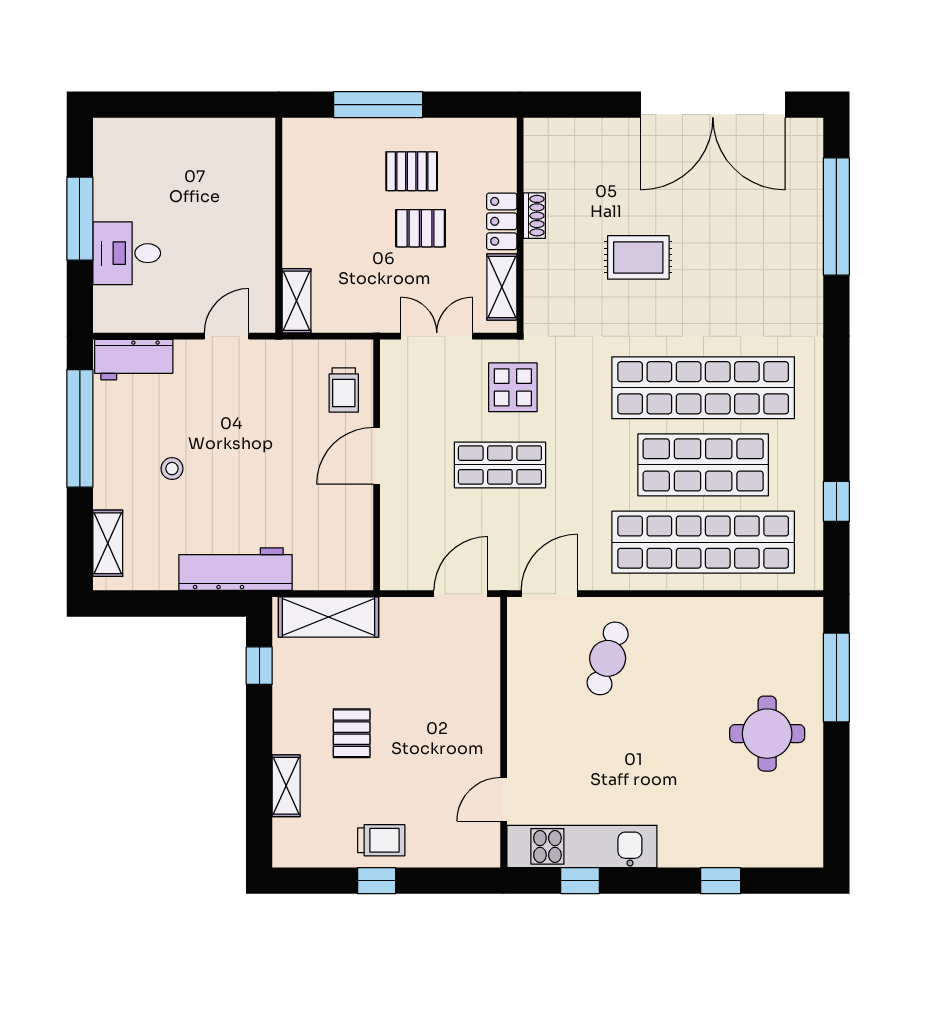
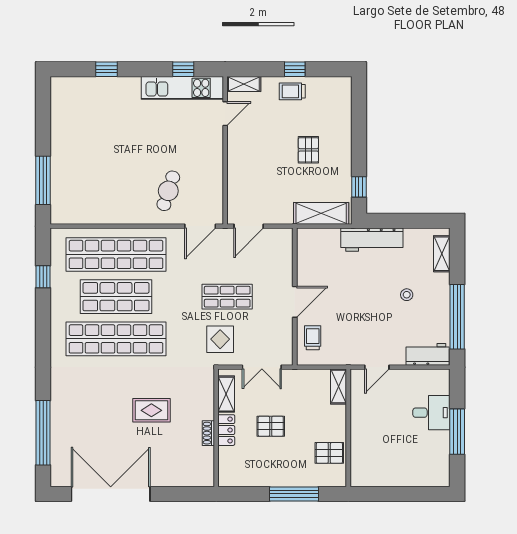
pallet: (412, 171) -> (329, 453), moved
round table: (767, 734) -> (81, 150), removed
shelving: (286, 786) -> (244, 84), moved, turned 90

